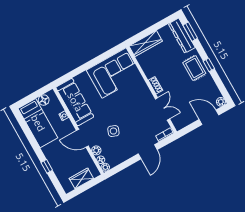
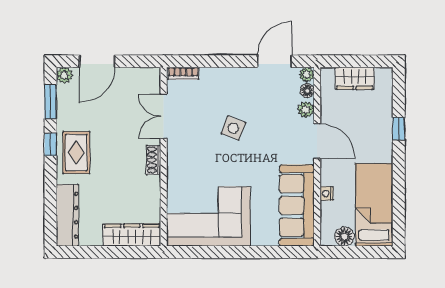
window: (190, 32) -> (50, 102), moved
door: (209, 117) -> (97, 61), hinge flipped
side table: (113, 131) -> (233, 128), moved
door: (148, 152) -> (275, 61), moved

